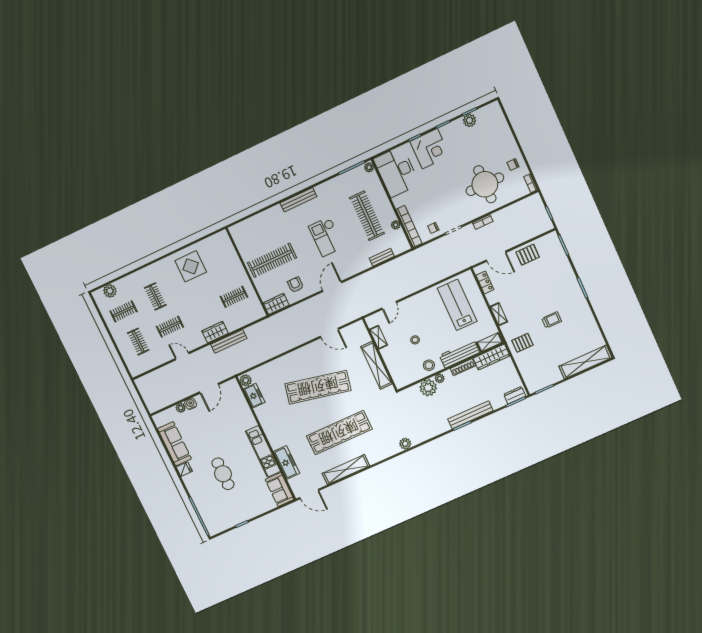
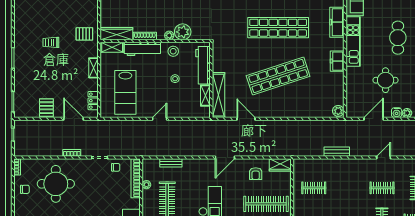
pallet: (528, 255) -> (46, 108), turned 90
door: (389, 305) -> (160, 119), moved
wardrobe: (215, 332) -> (345, 165), removed
bench: (229, 341) -> (337, 152), width x0.73
door: (182, 356) -> (384, 158), swing flipped
shelving: (376, 365) -> (218, 95), moved
workbench: (394, 365) -> (203, 65), added
shop shelf: (318, 387) -> (278, 76), turned -30
freezer: (254, 396) -> (337, 61), moved
round table: (215, 429) -> (386, 80), added

